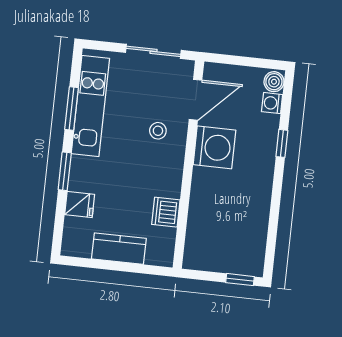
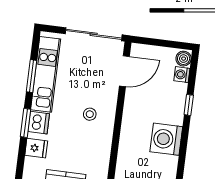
sliding door: (153, 51) -> (94, 34), width x1.37
stool: (158, 131) -> (90, 114), moved
washing machine: (214, 147) -> (166, 139), moved, turned 180
dishwasher: (166, 212) -> (39, 123), moved, turned 180

